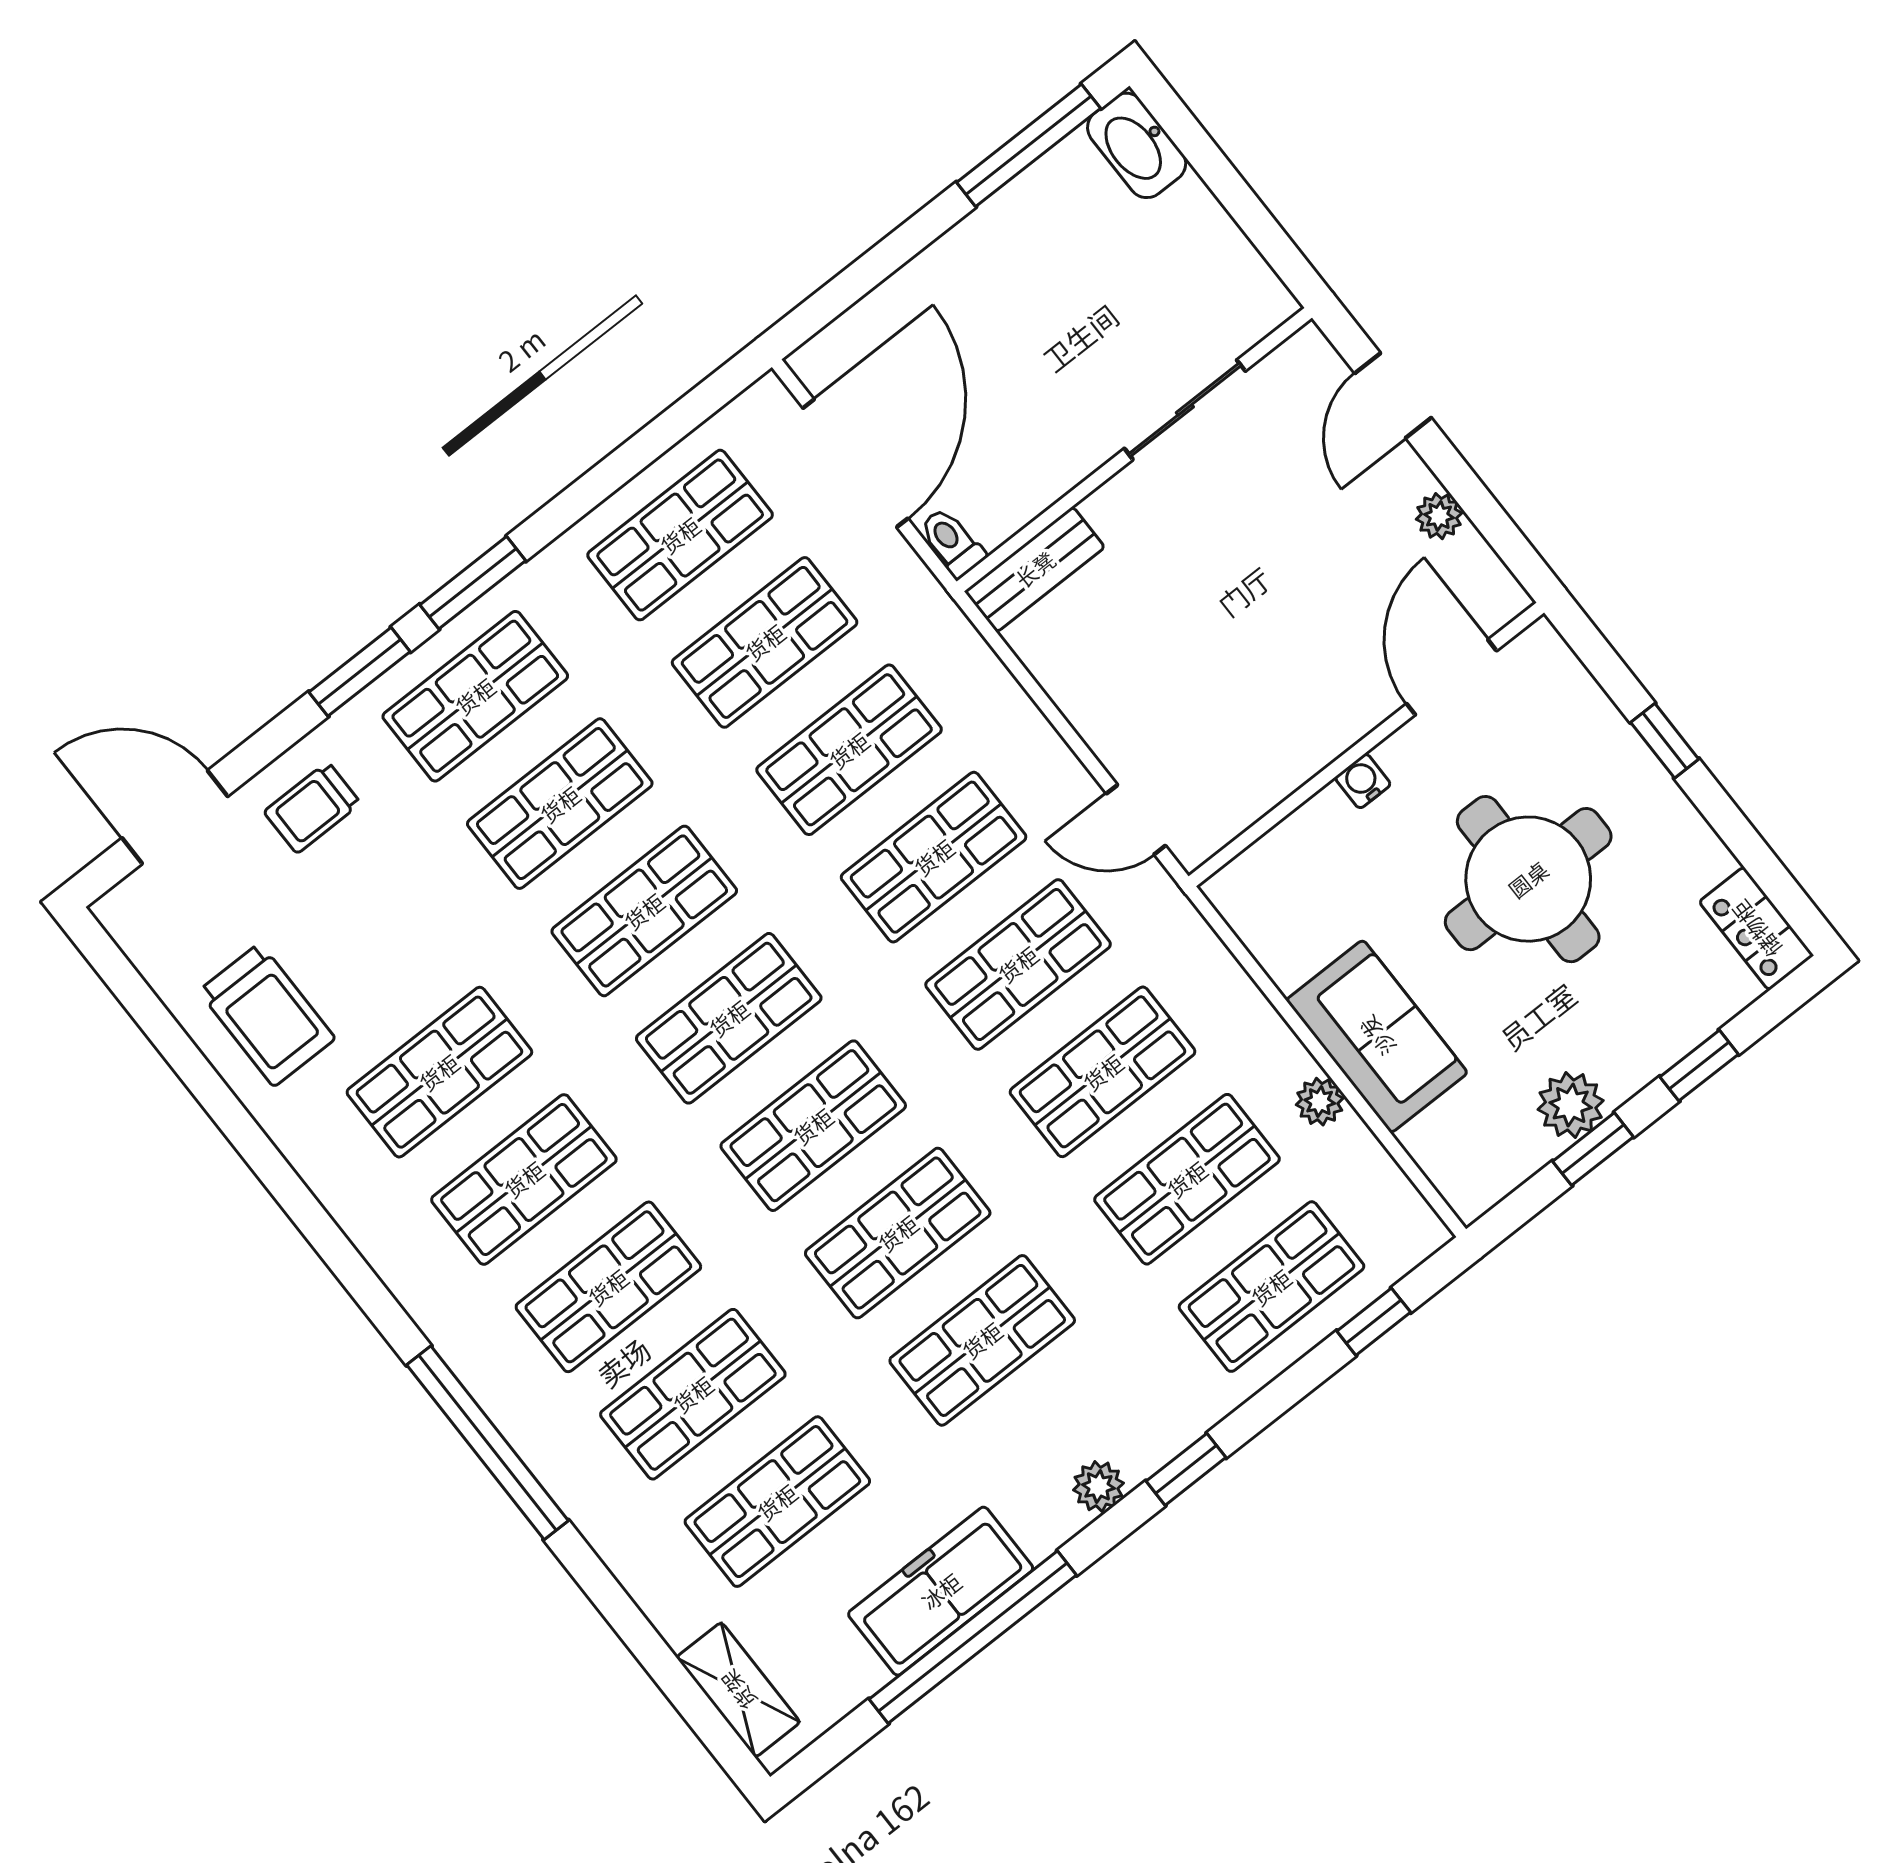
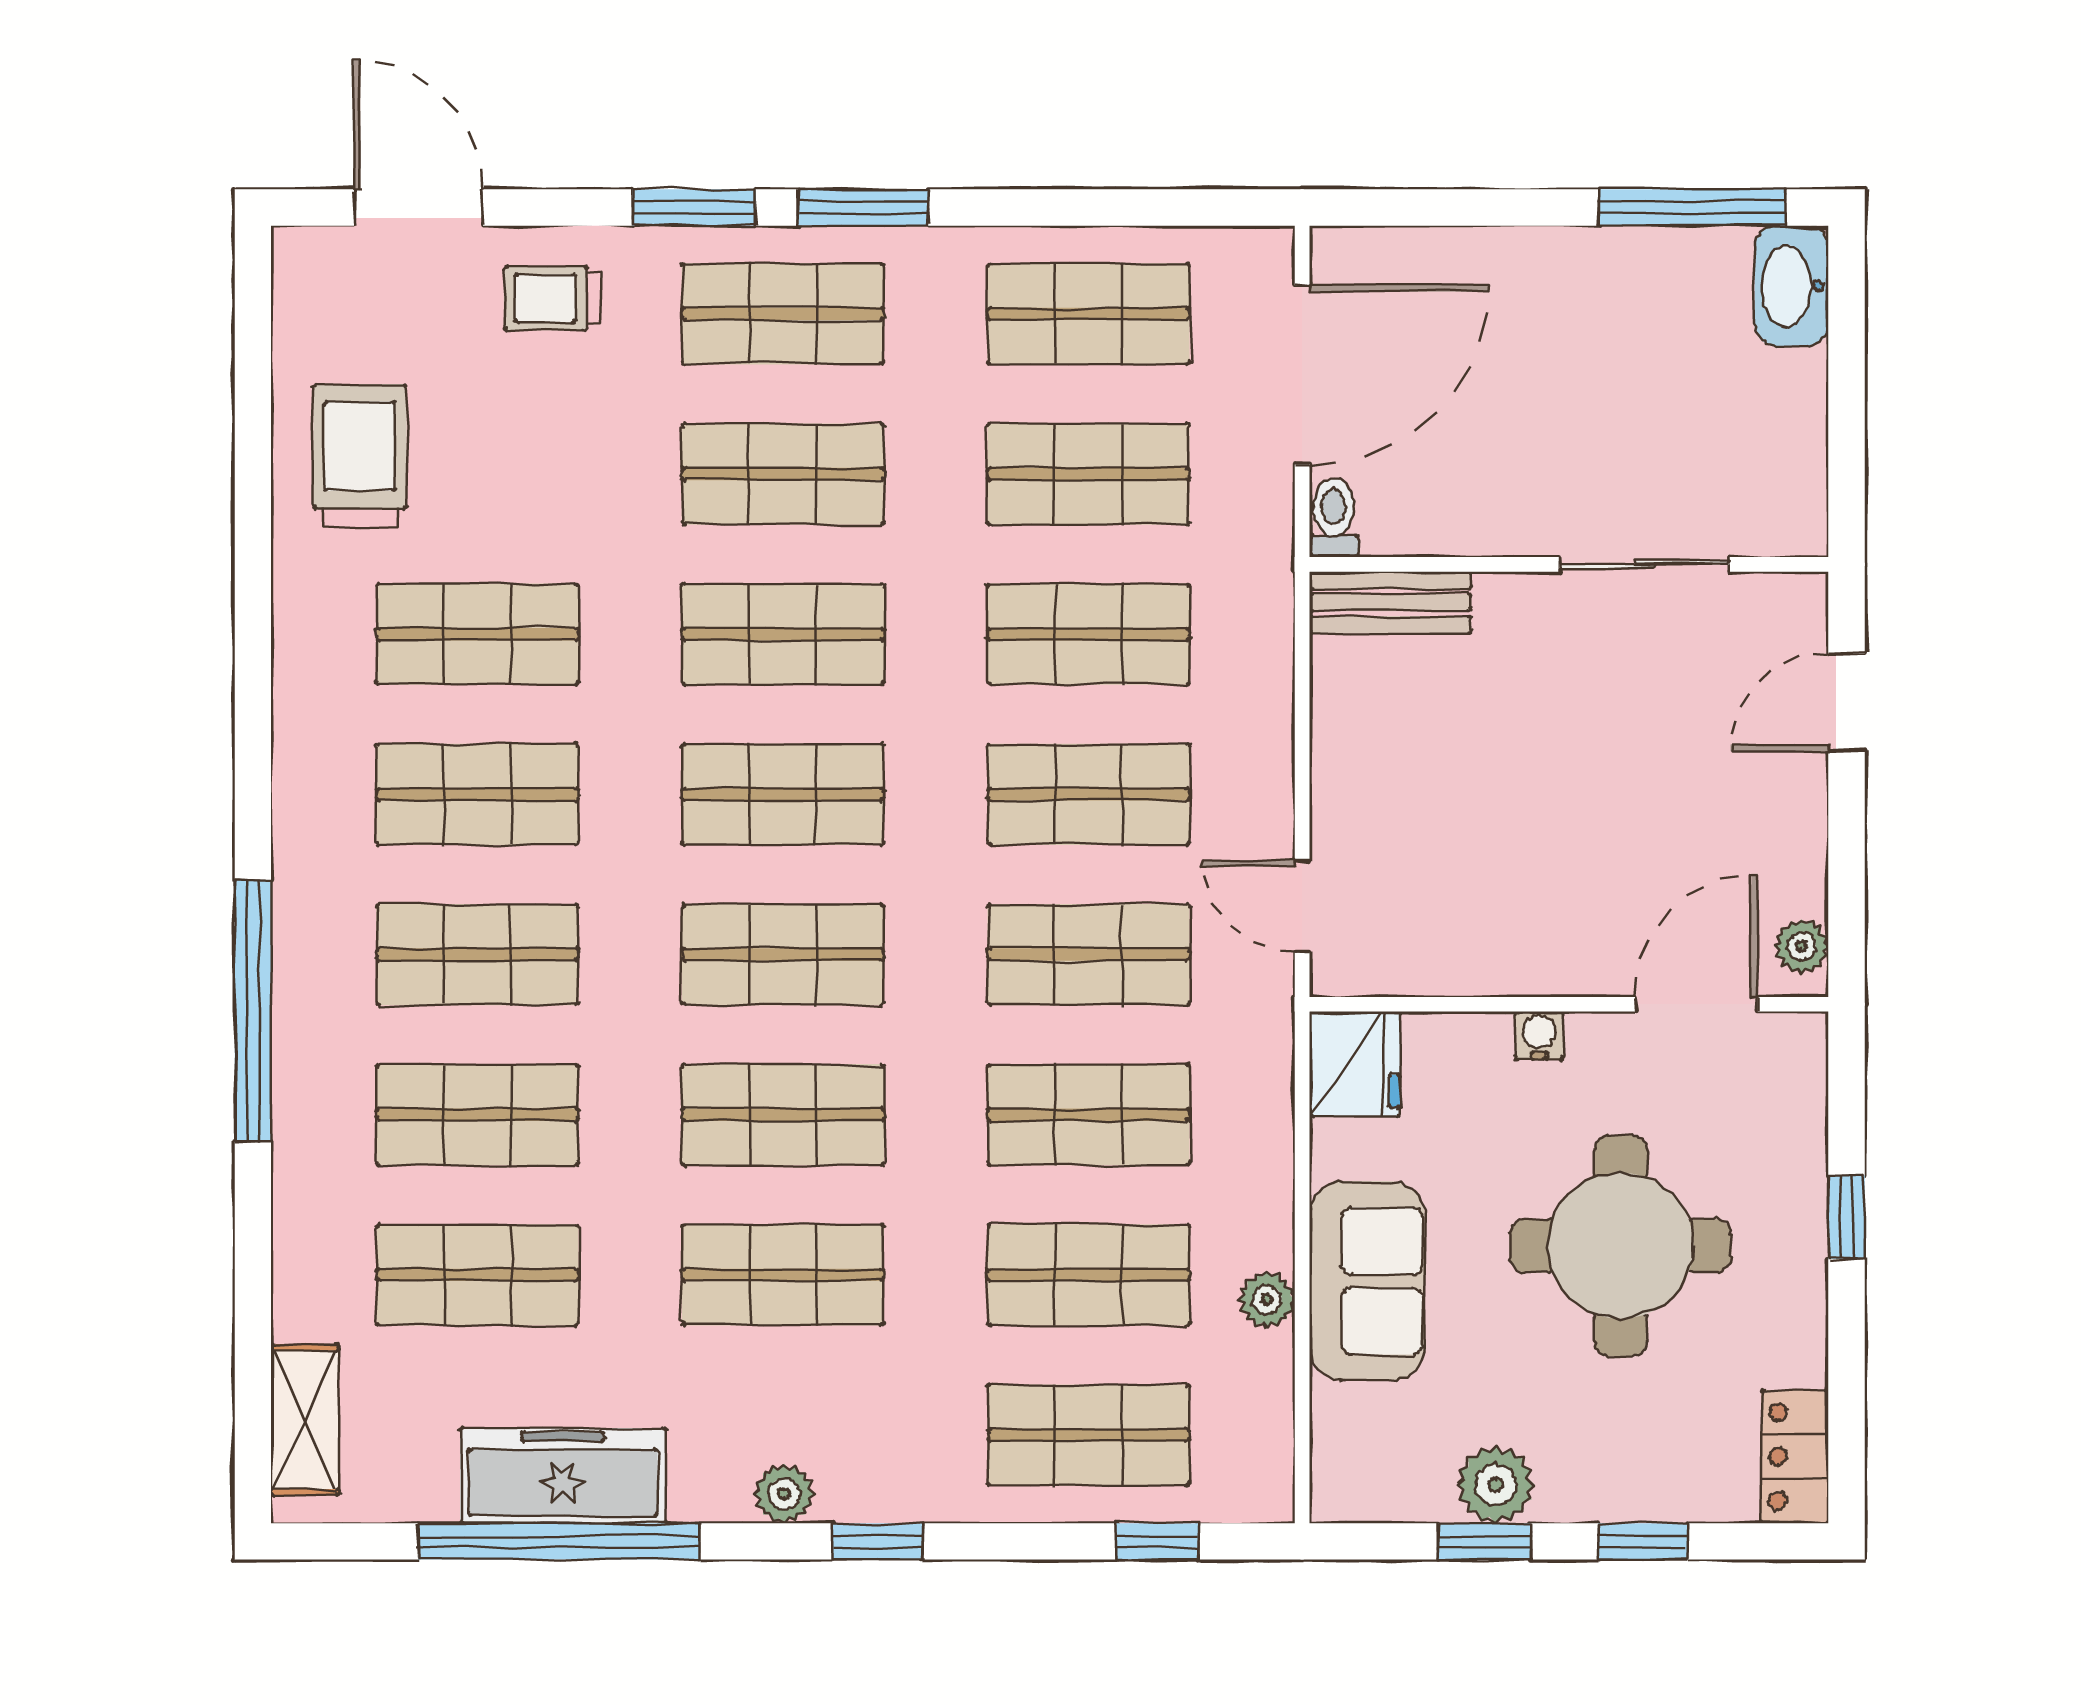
plant: (1439, 516) -> (1801, 946), moved
fridge: (1254, 898) -> (1355, 1064), added
trolley: (267, 1015) -> (360, 456), turned 180

